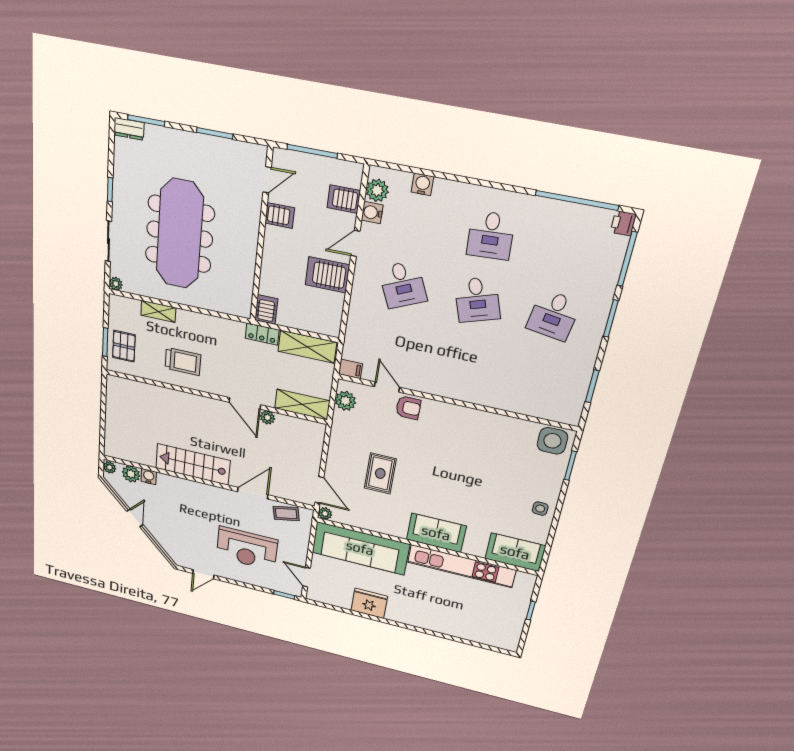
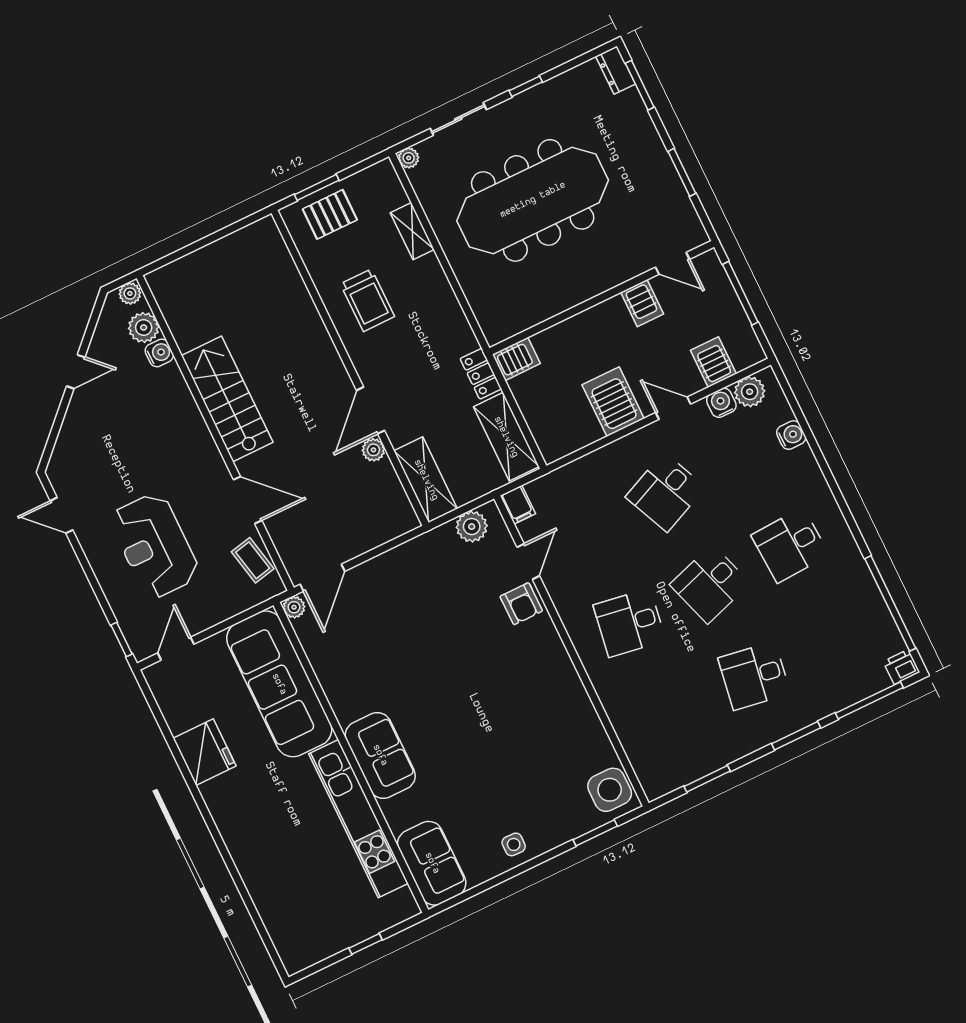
desk: (465, 360) -> (630, 623), added
rug: (380, 473) -> (407, 633), removed

